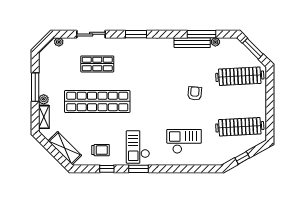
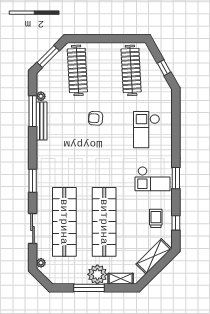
shop shelf: (97, 64) -> (64, 222), width x2.00, depth x1.36
plant: (44, 99) -> (97, 274), width x1.87, depth x1.87
window: (107, 169) -> (176, 223), moved

